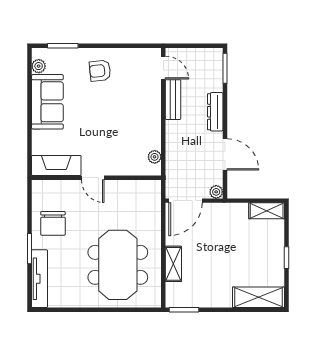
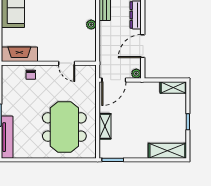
door: (225, 154) -> (143, 46), swing flipped
plant: (155, 157) -> (91, 25), moved
door: (93, 178) -> (67, 63), moved
chair: (53, 223) -> (31, 75), moved, width x0.54, depth x0.54

